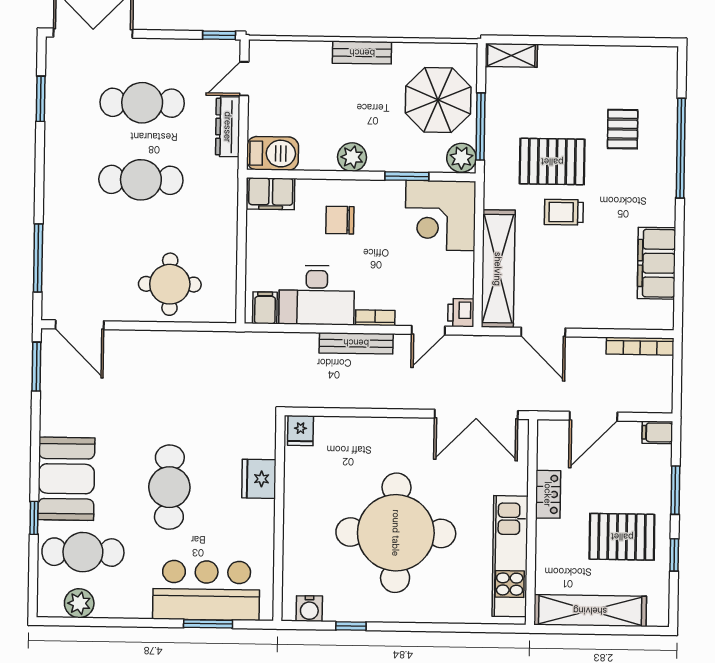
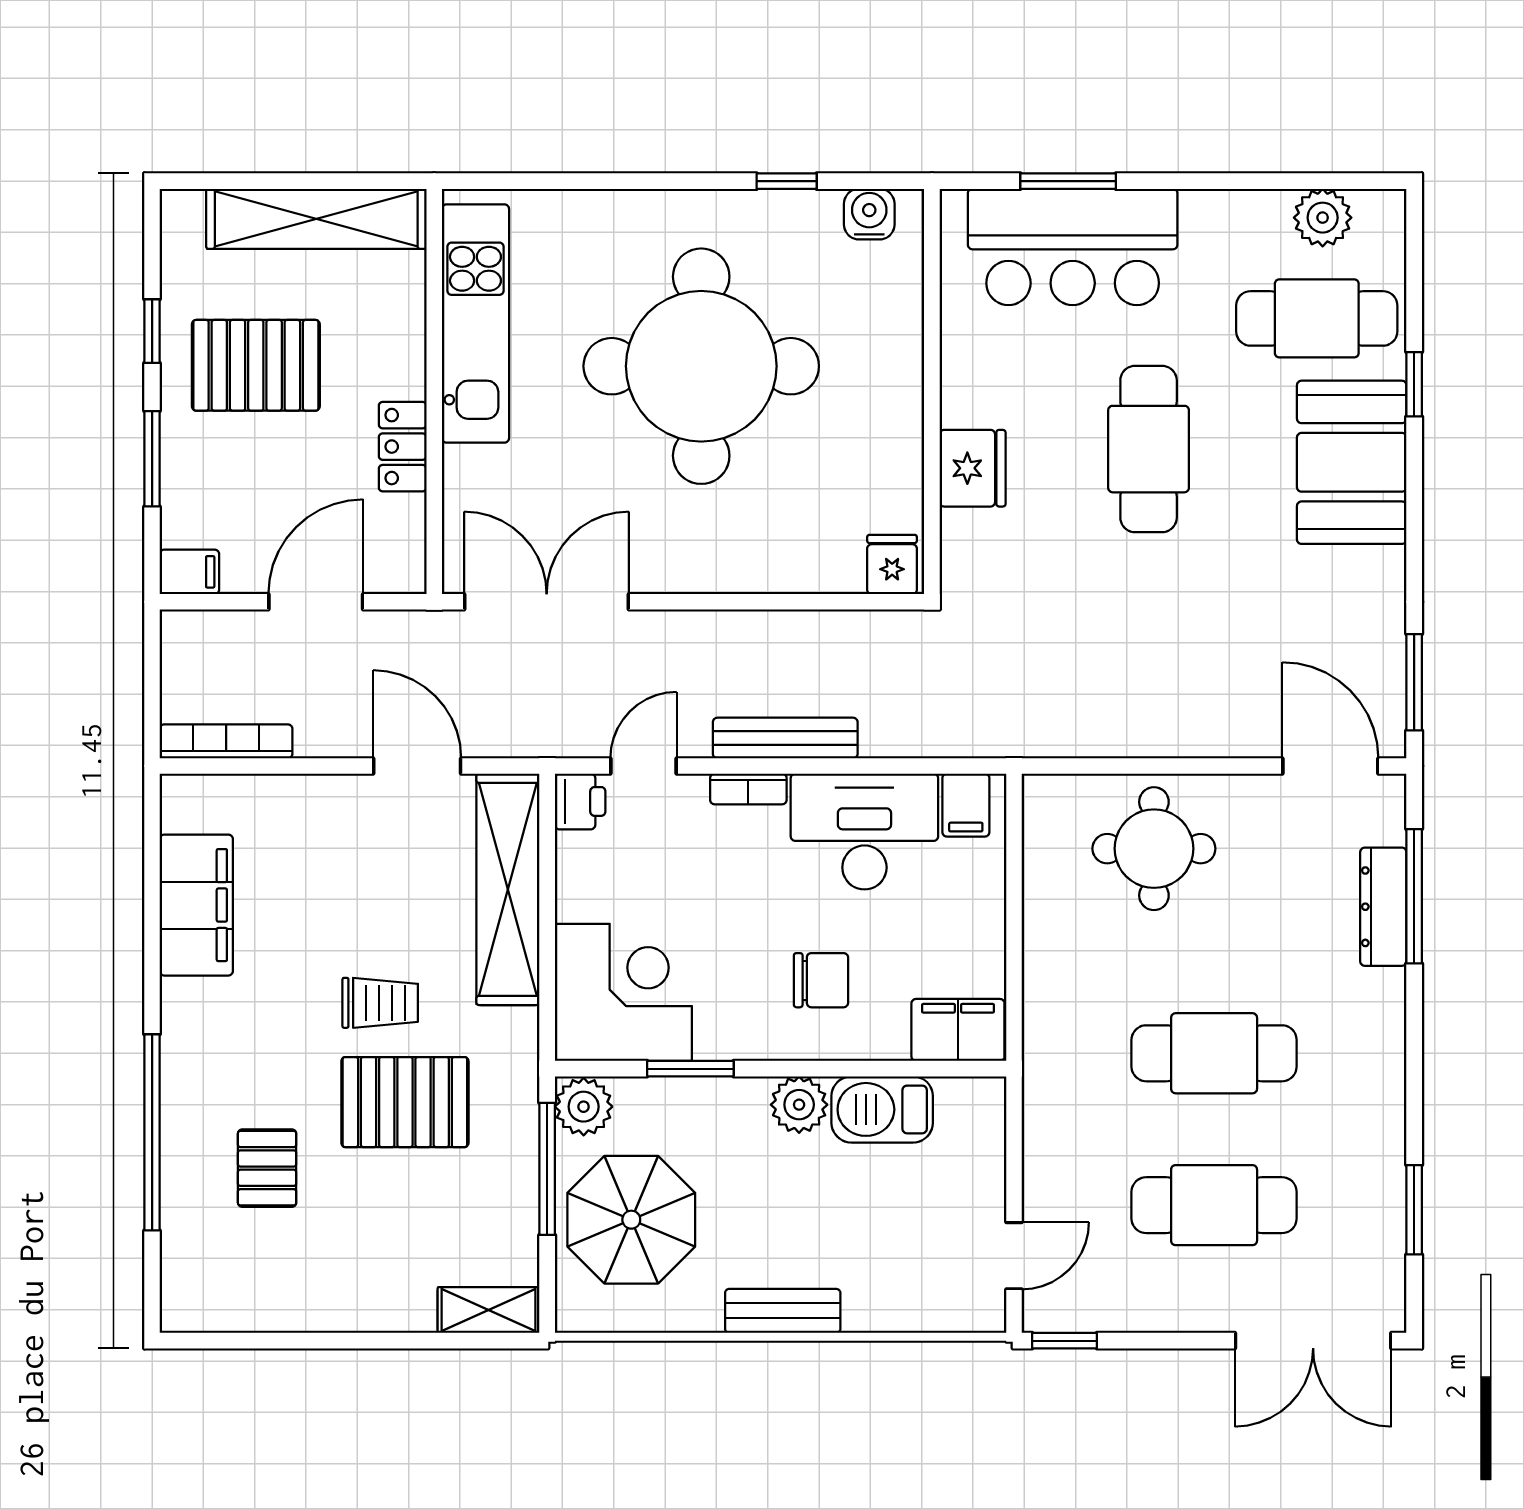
dresser: (228, 127) -> (1383, 907), moved, turned 180
barbecue: (273, 153) -> (882, 1109), moved

